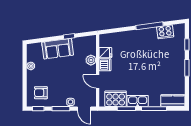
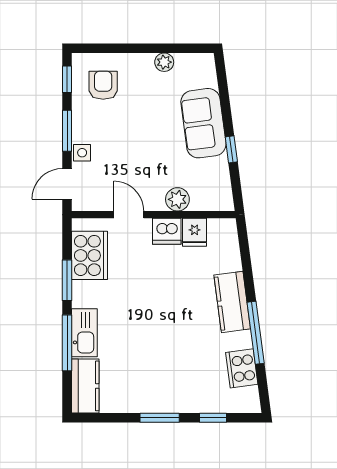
kitchen counter: (136, 36) -> (232, 302), added
door: (98, 81) -> (129, 215), hinge flipped
kitchen sink: (138, 101) -> (84, 333), moved

